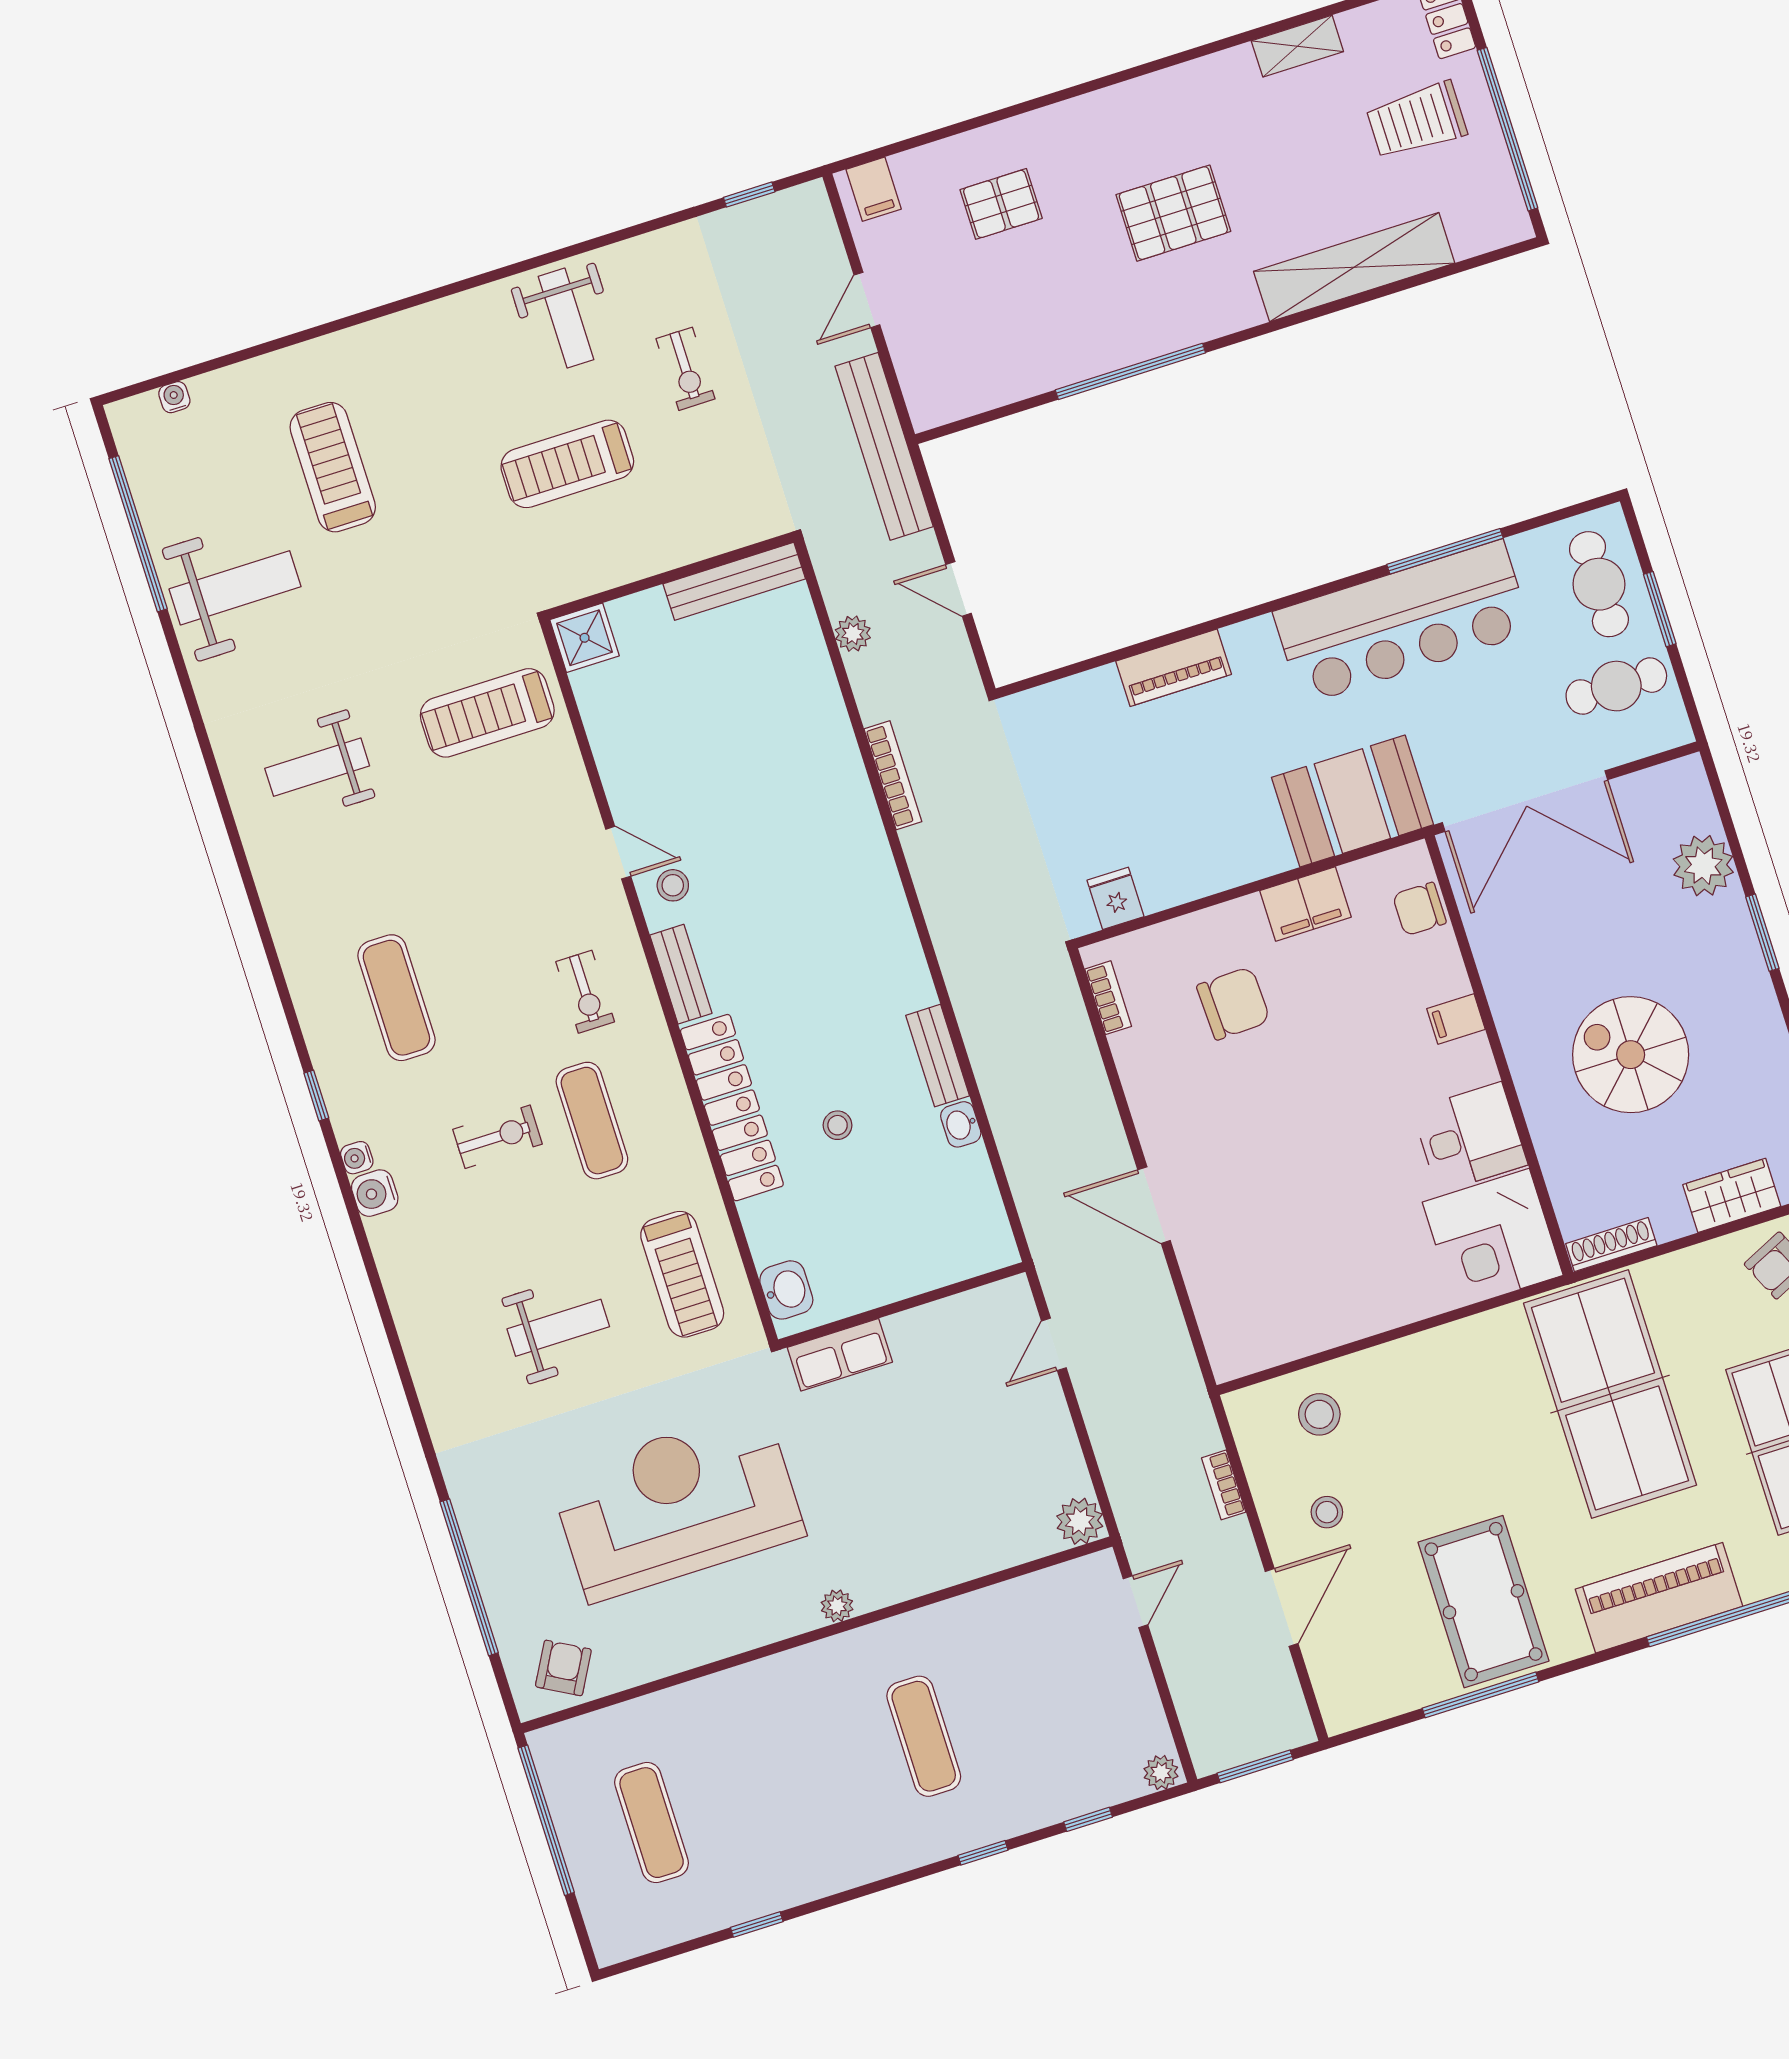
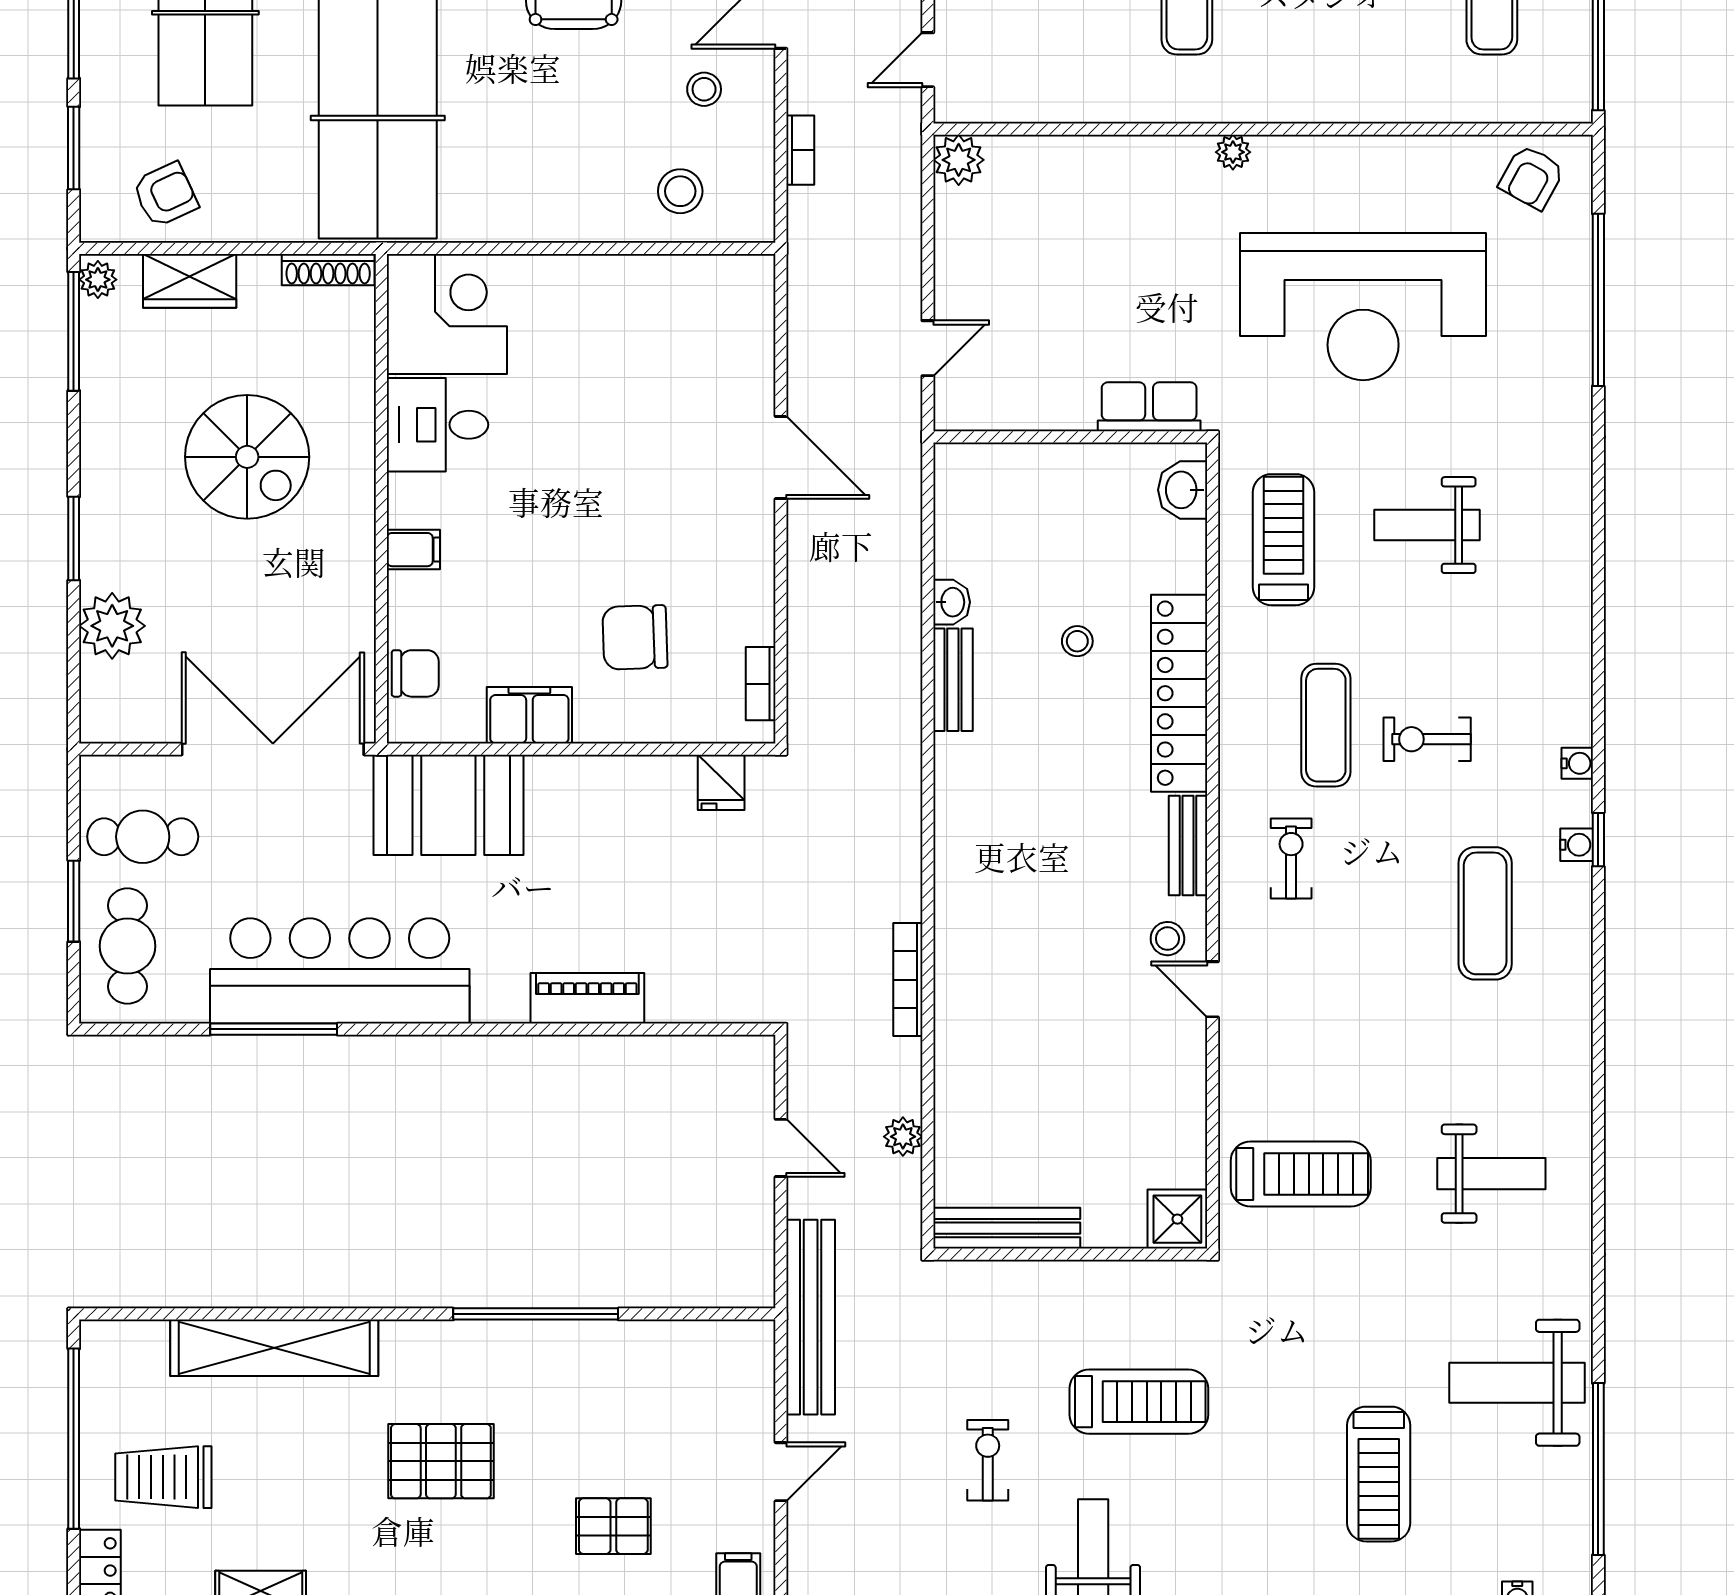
trolley: (1417, 120) -> (163, 1477), turned 180
water cooler: (375, 1193) -> (1577, 845), moved, width x0.72, depth x0.72

